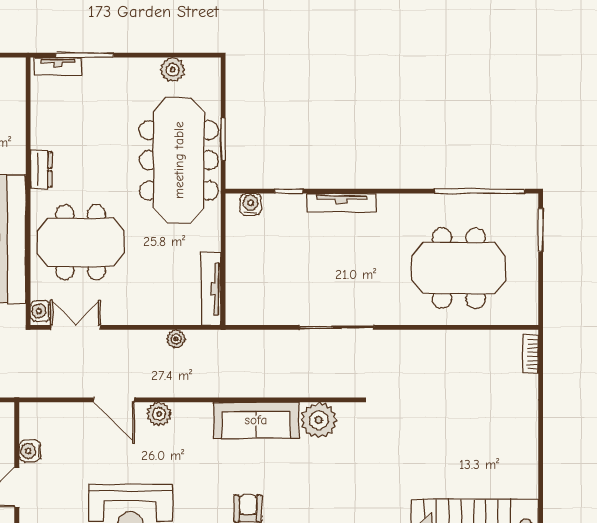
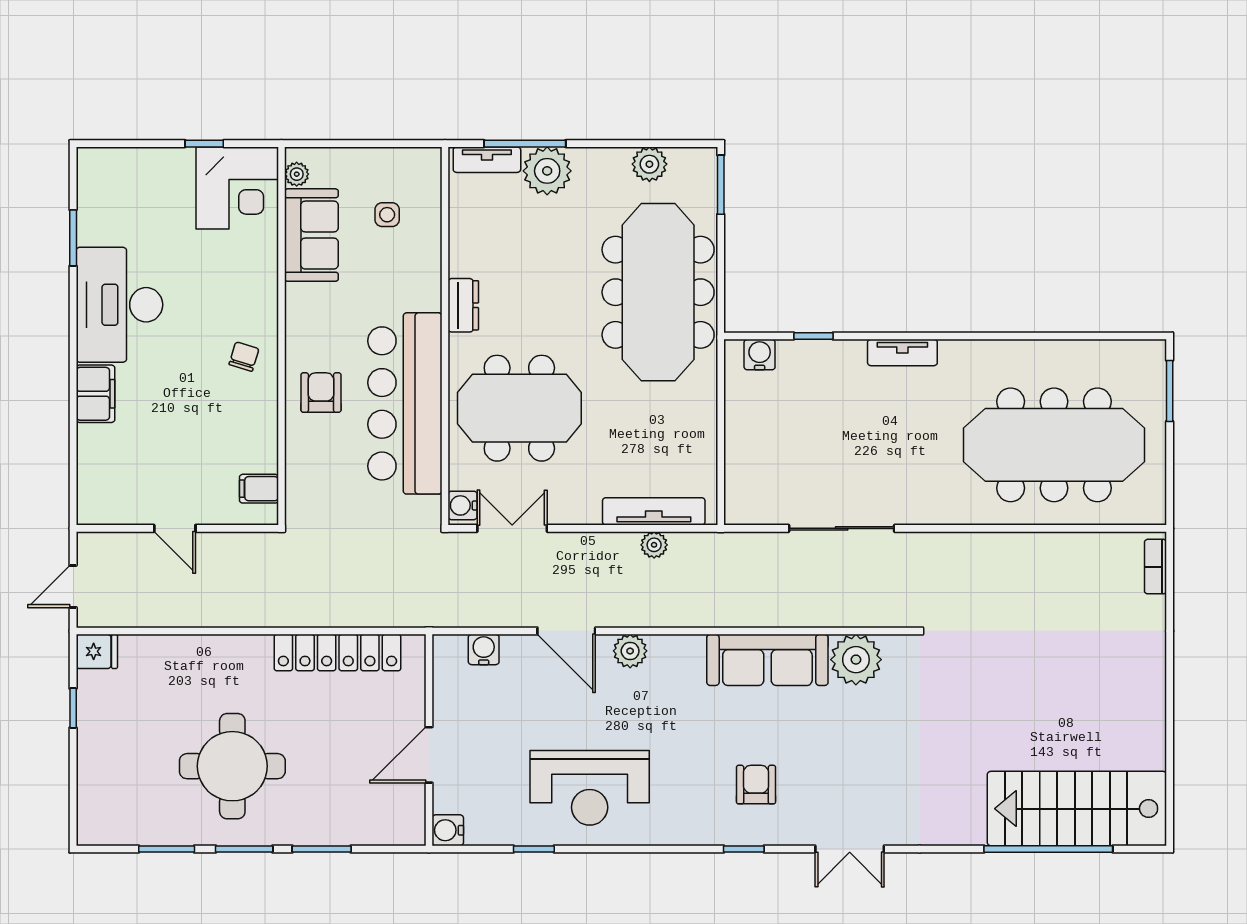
plant: (100, 74) -> (547, 171), added
window: (223, 139) -> (721, 185), moved
window: (480, 191) -> (1084, 336), removed
tv unit: (342, 203) -> (902, 352), width x0.71
meeting table: (459, 268) -> (1054, 445), width x1.36
tv unit: (211, 289) -> (654, 511), moved, turned 90
sliding door: (337, 327) -> (842, 528), moved
water cooler: (30, 451) -> (484, 649), moved, turned 90

